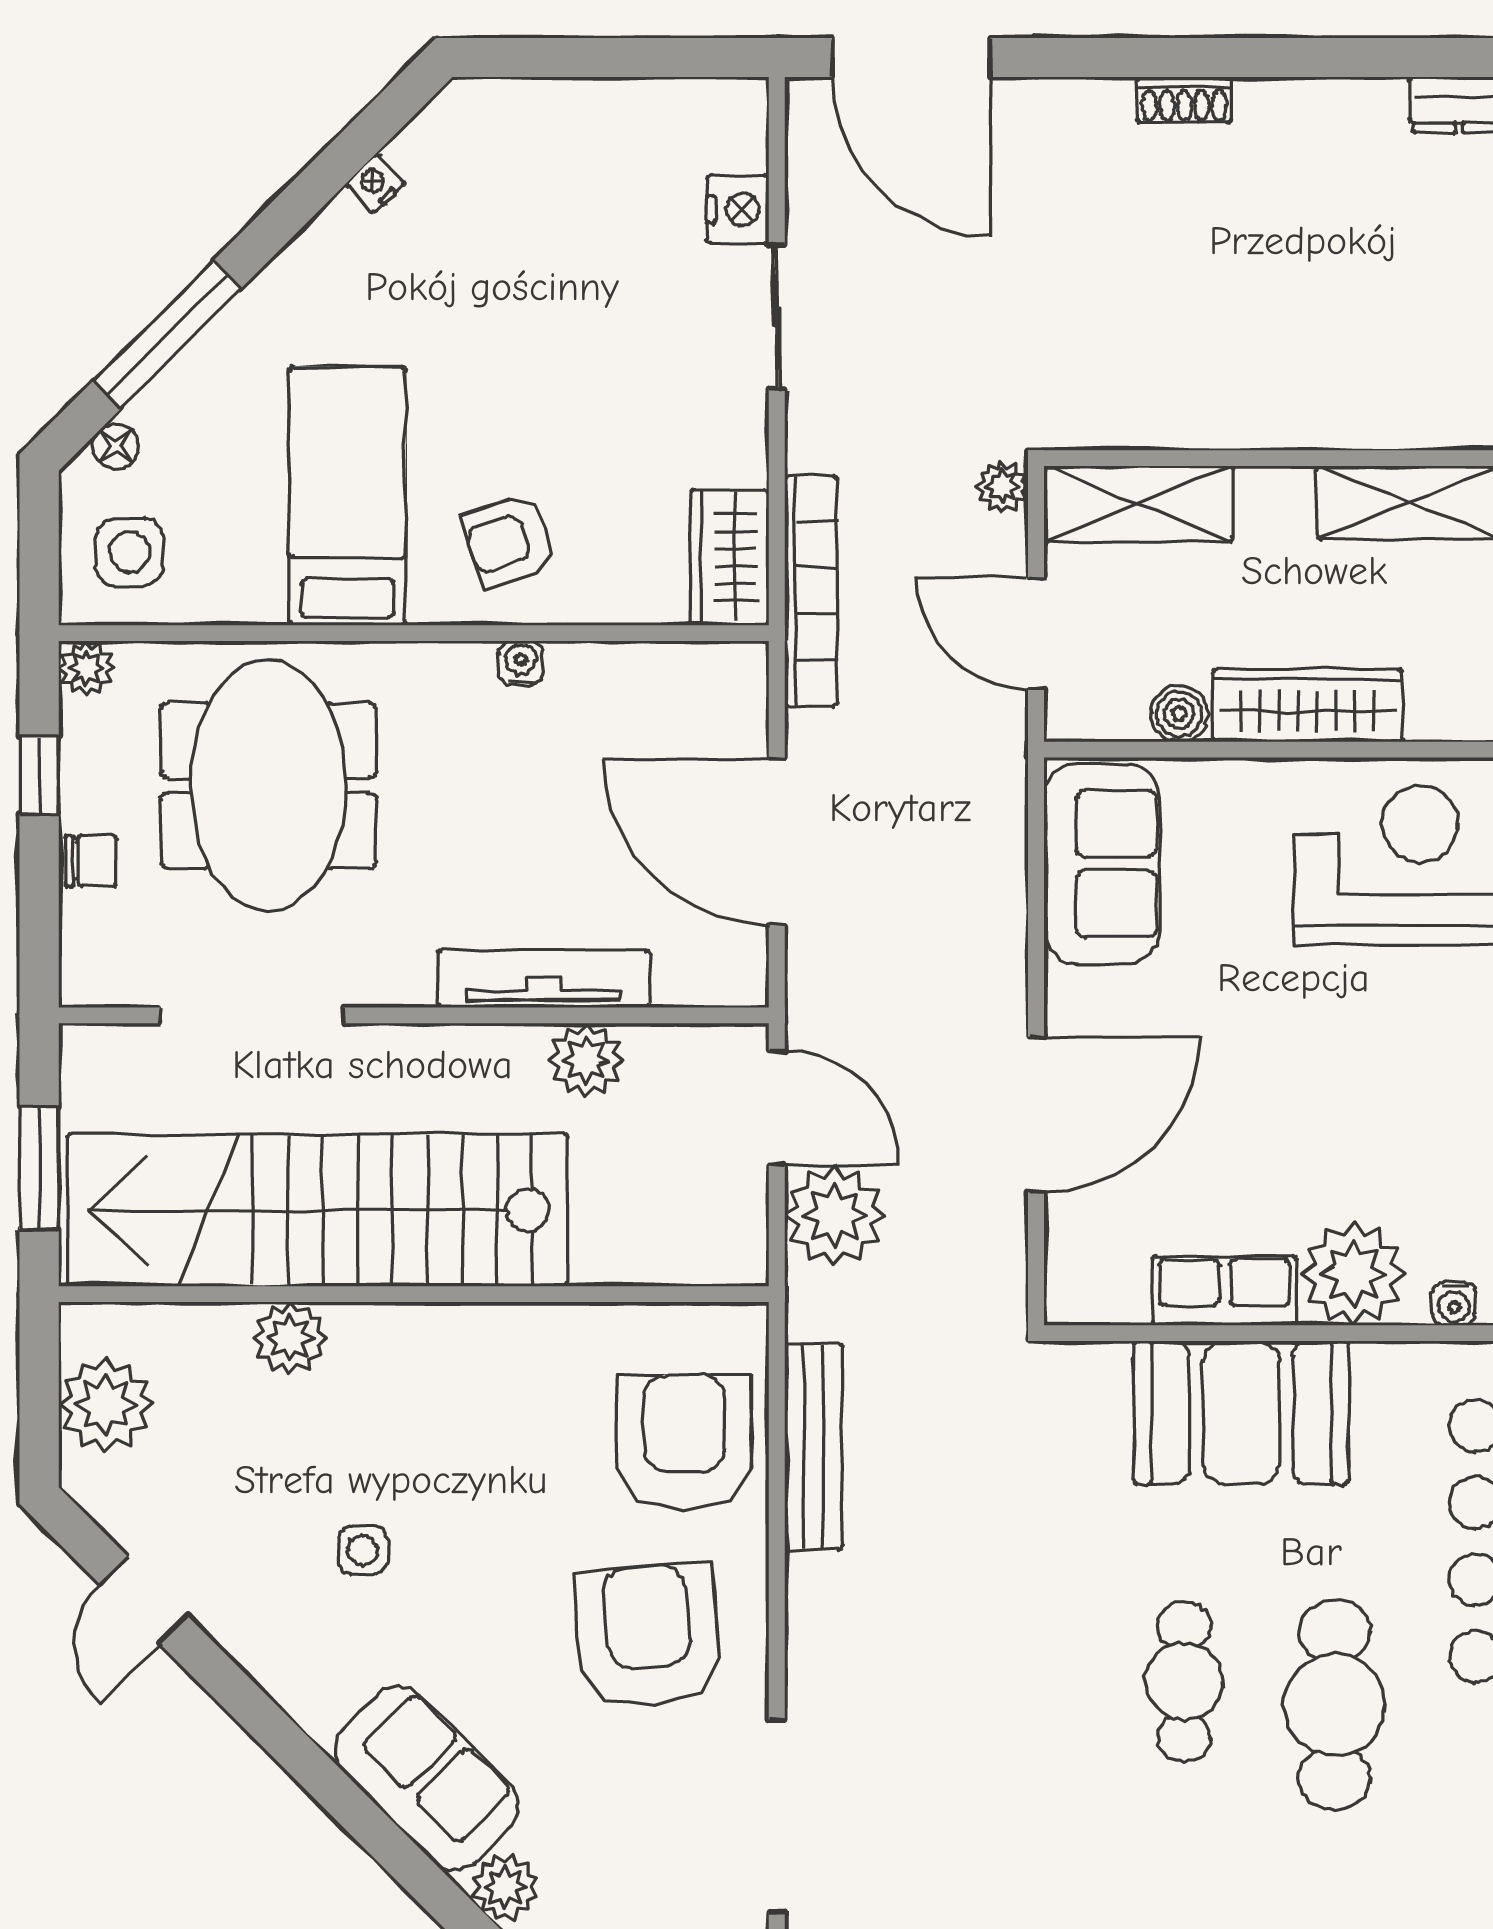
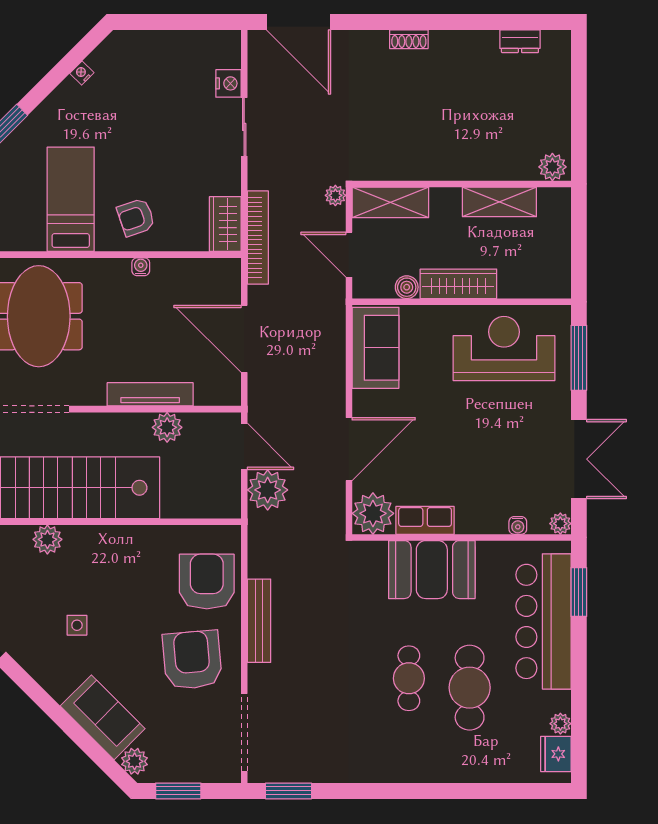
plant: (1353, 1274) -> (373, 513), moved
bench: (813, 1447) -> (259, 621), moved

